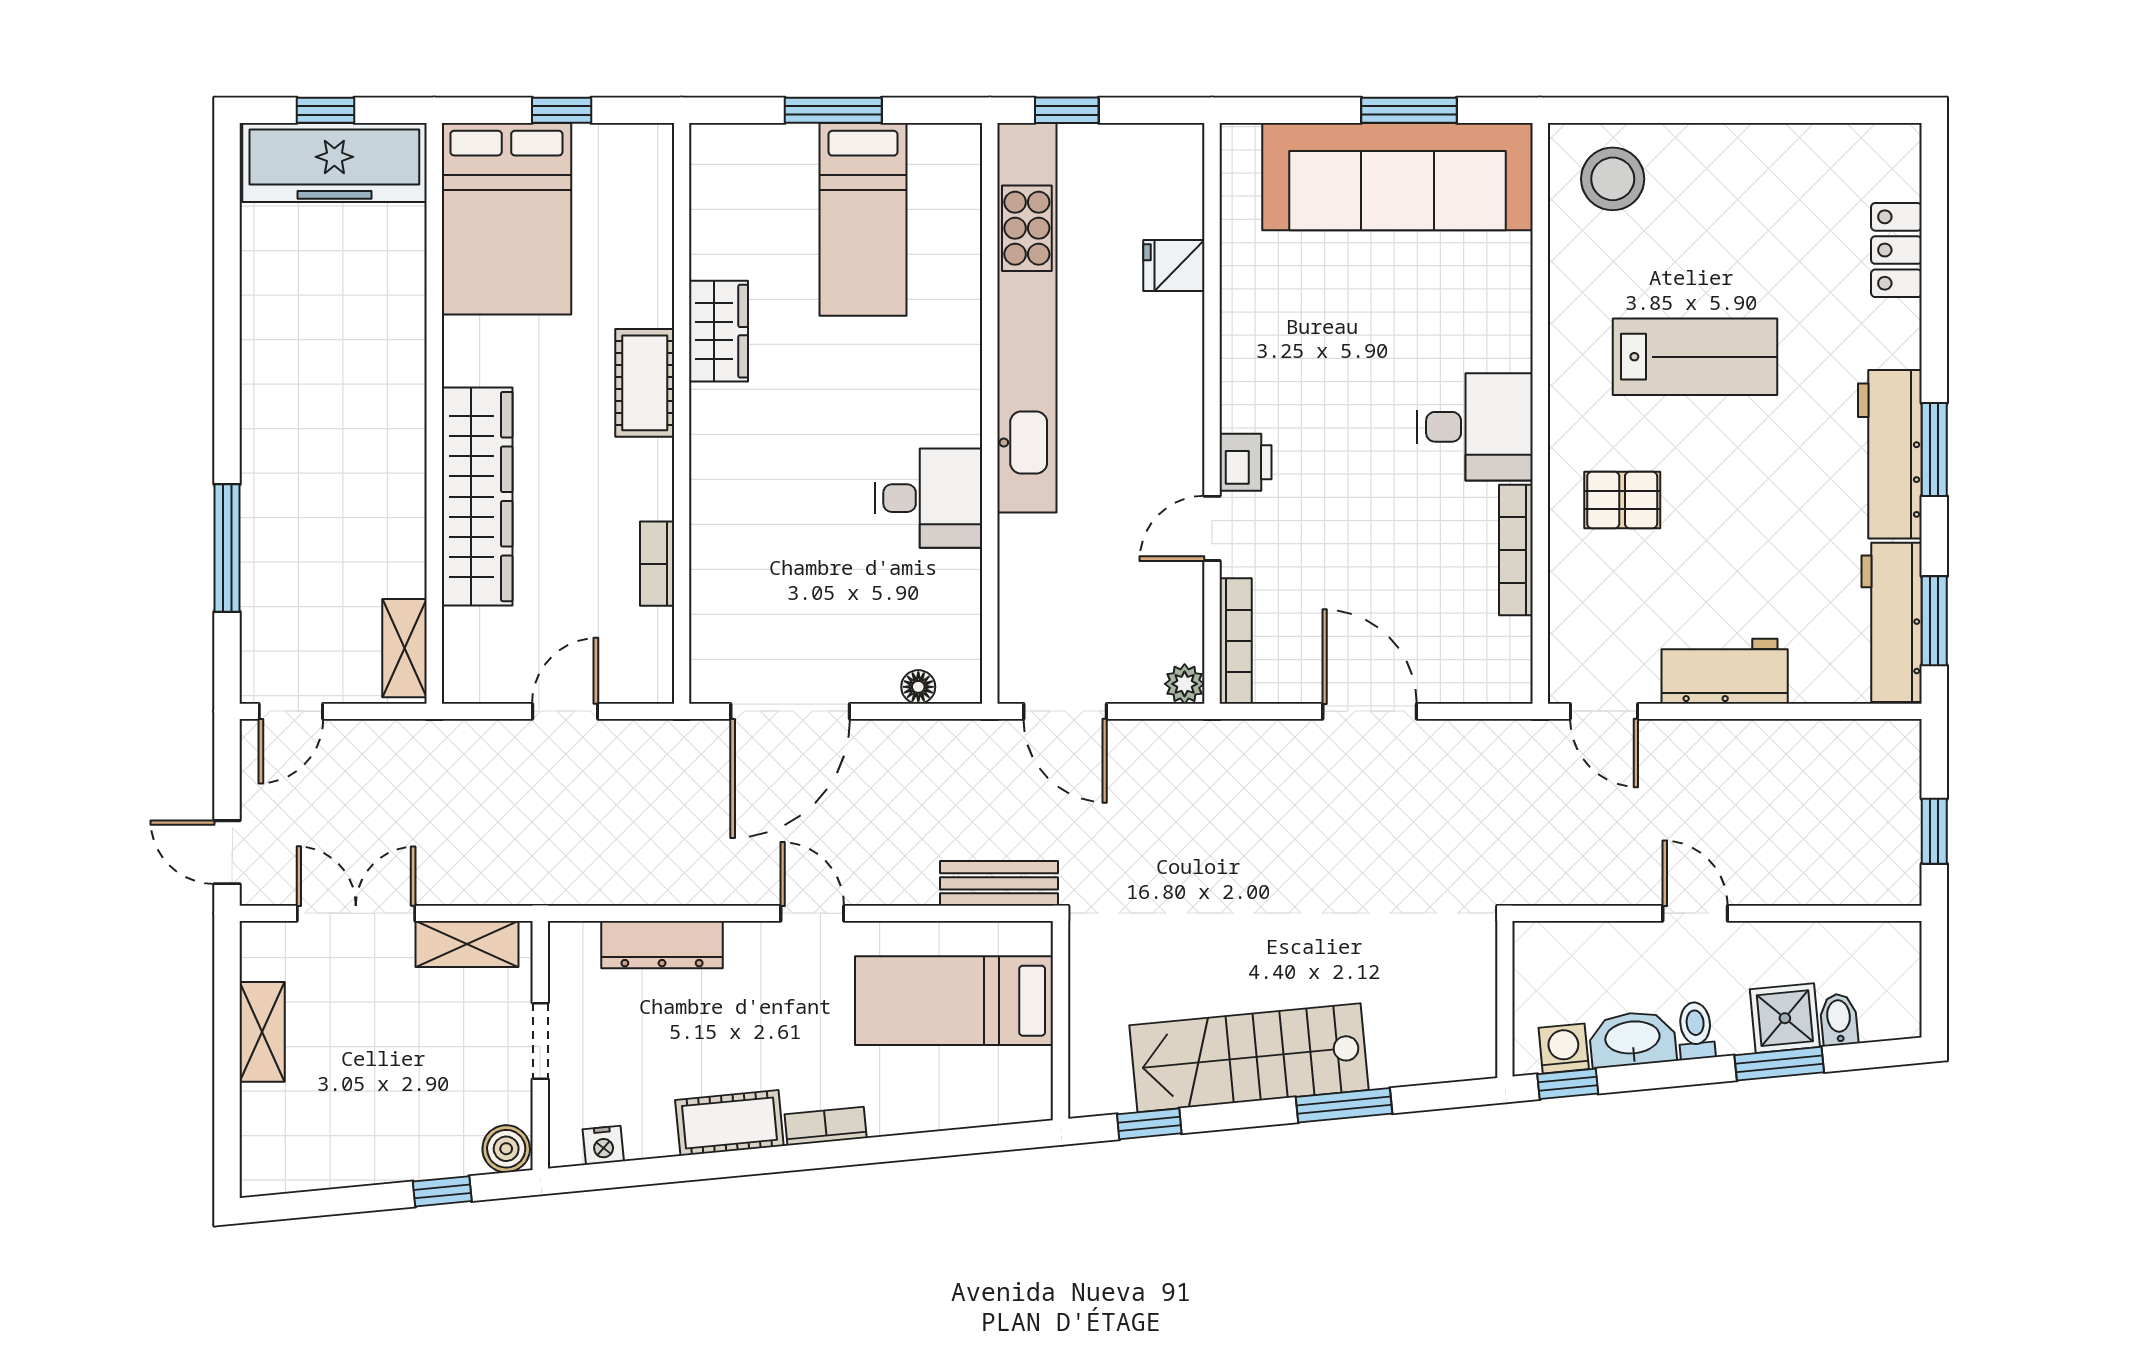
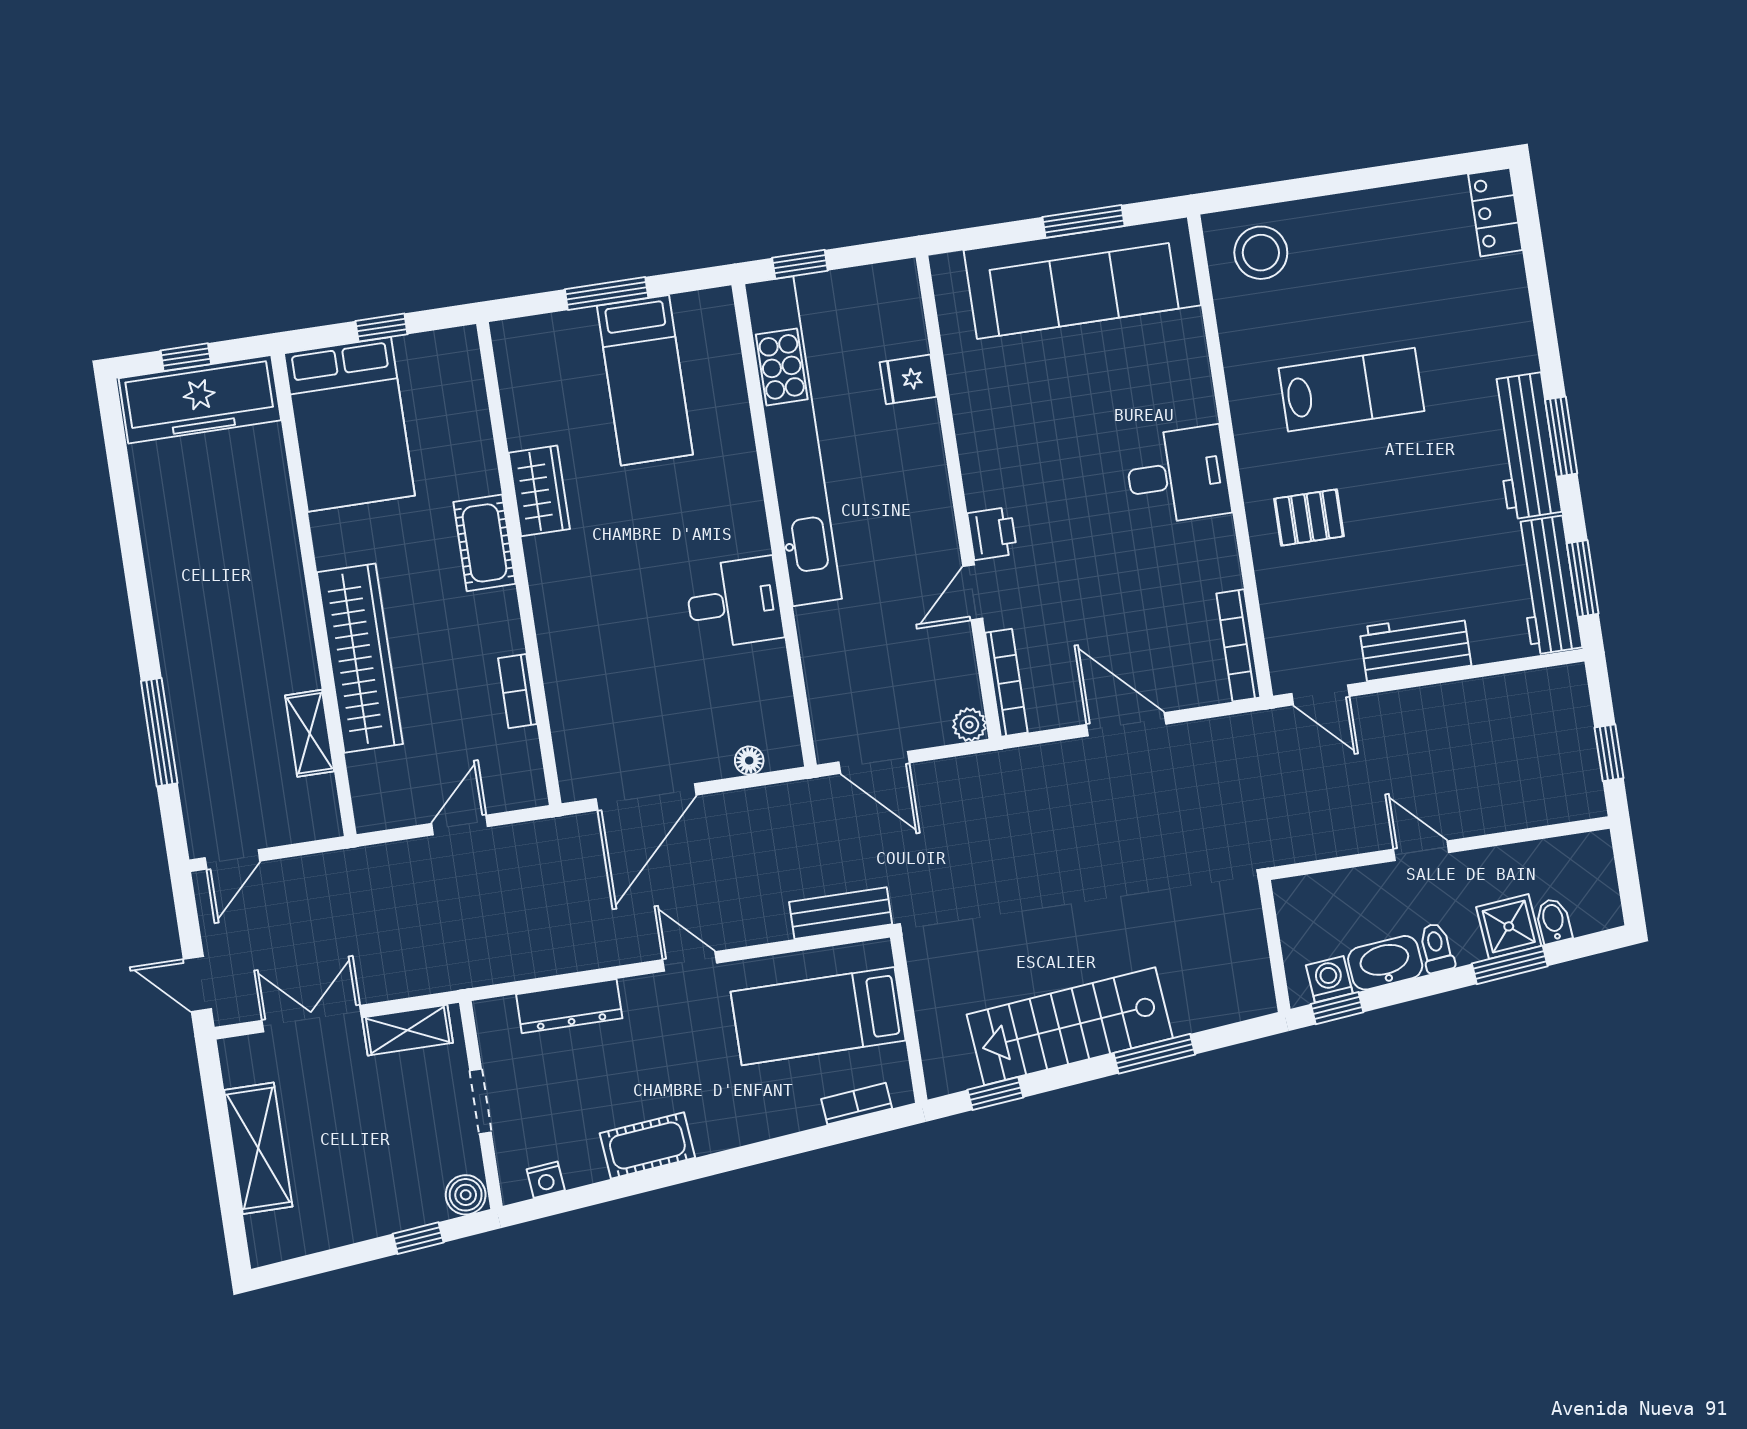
locker: (1896, 250) -> (1495, 212), moved
bookcase: (1516, 550) -> (1238, 645), moved
shelving: (404, 648) -> (310, 733), moved
shelving: (262, 1032) -> (258, 1148), width x1.50, depth x1.33
bookcase: (826, 1126) -> (857, 1104), moved

